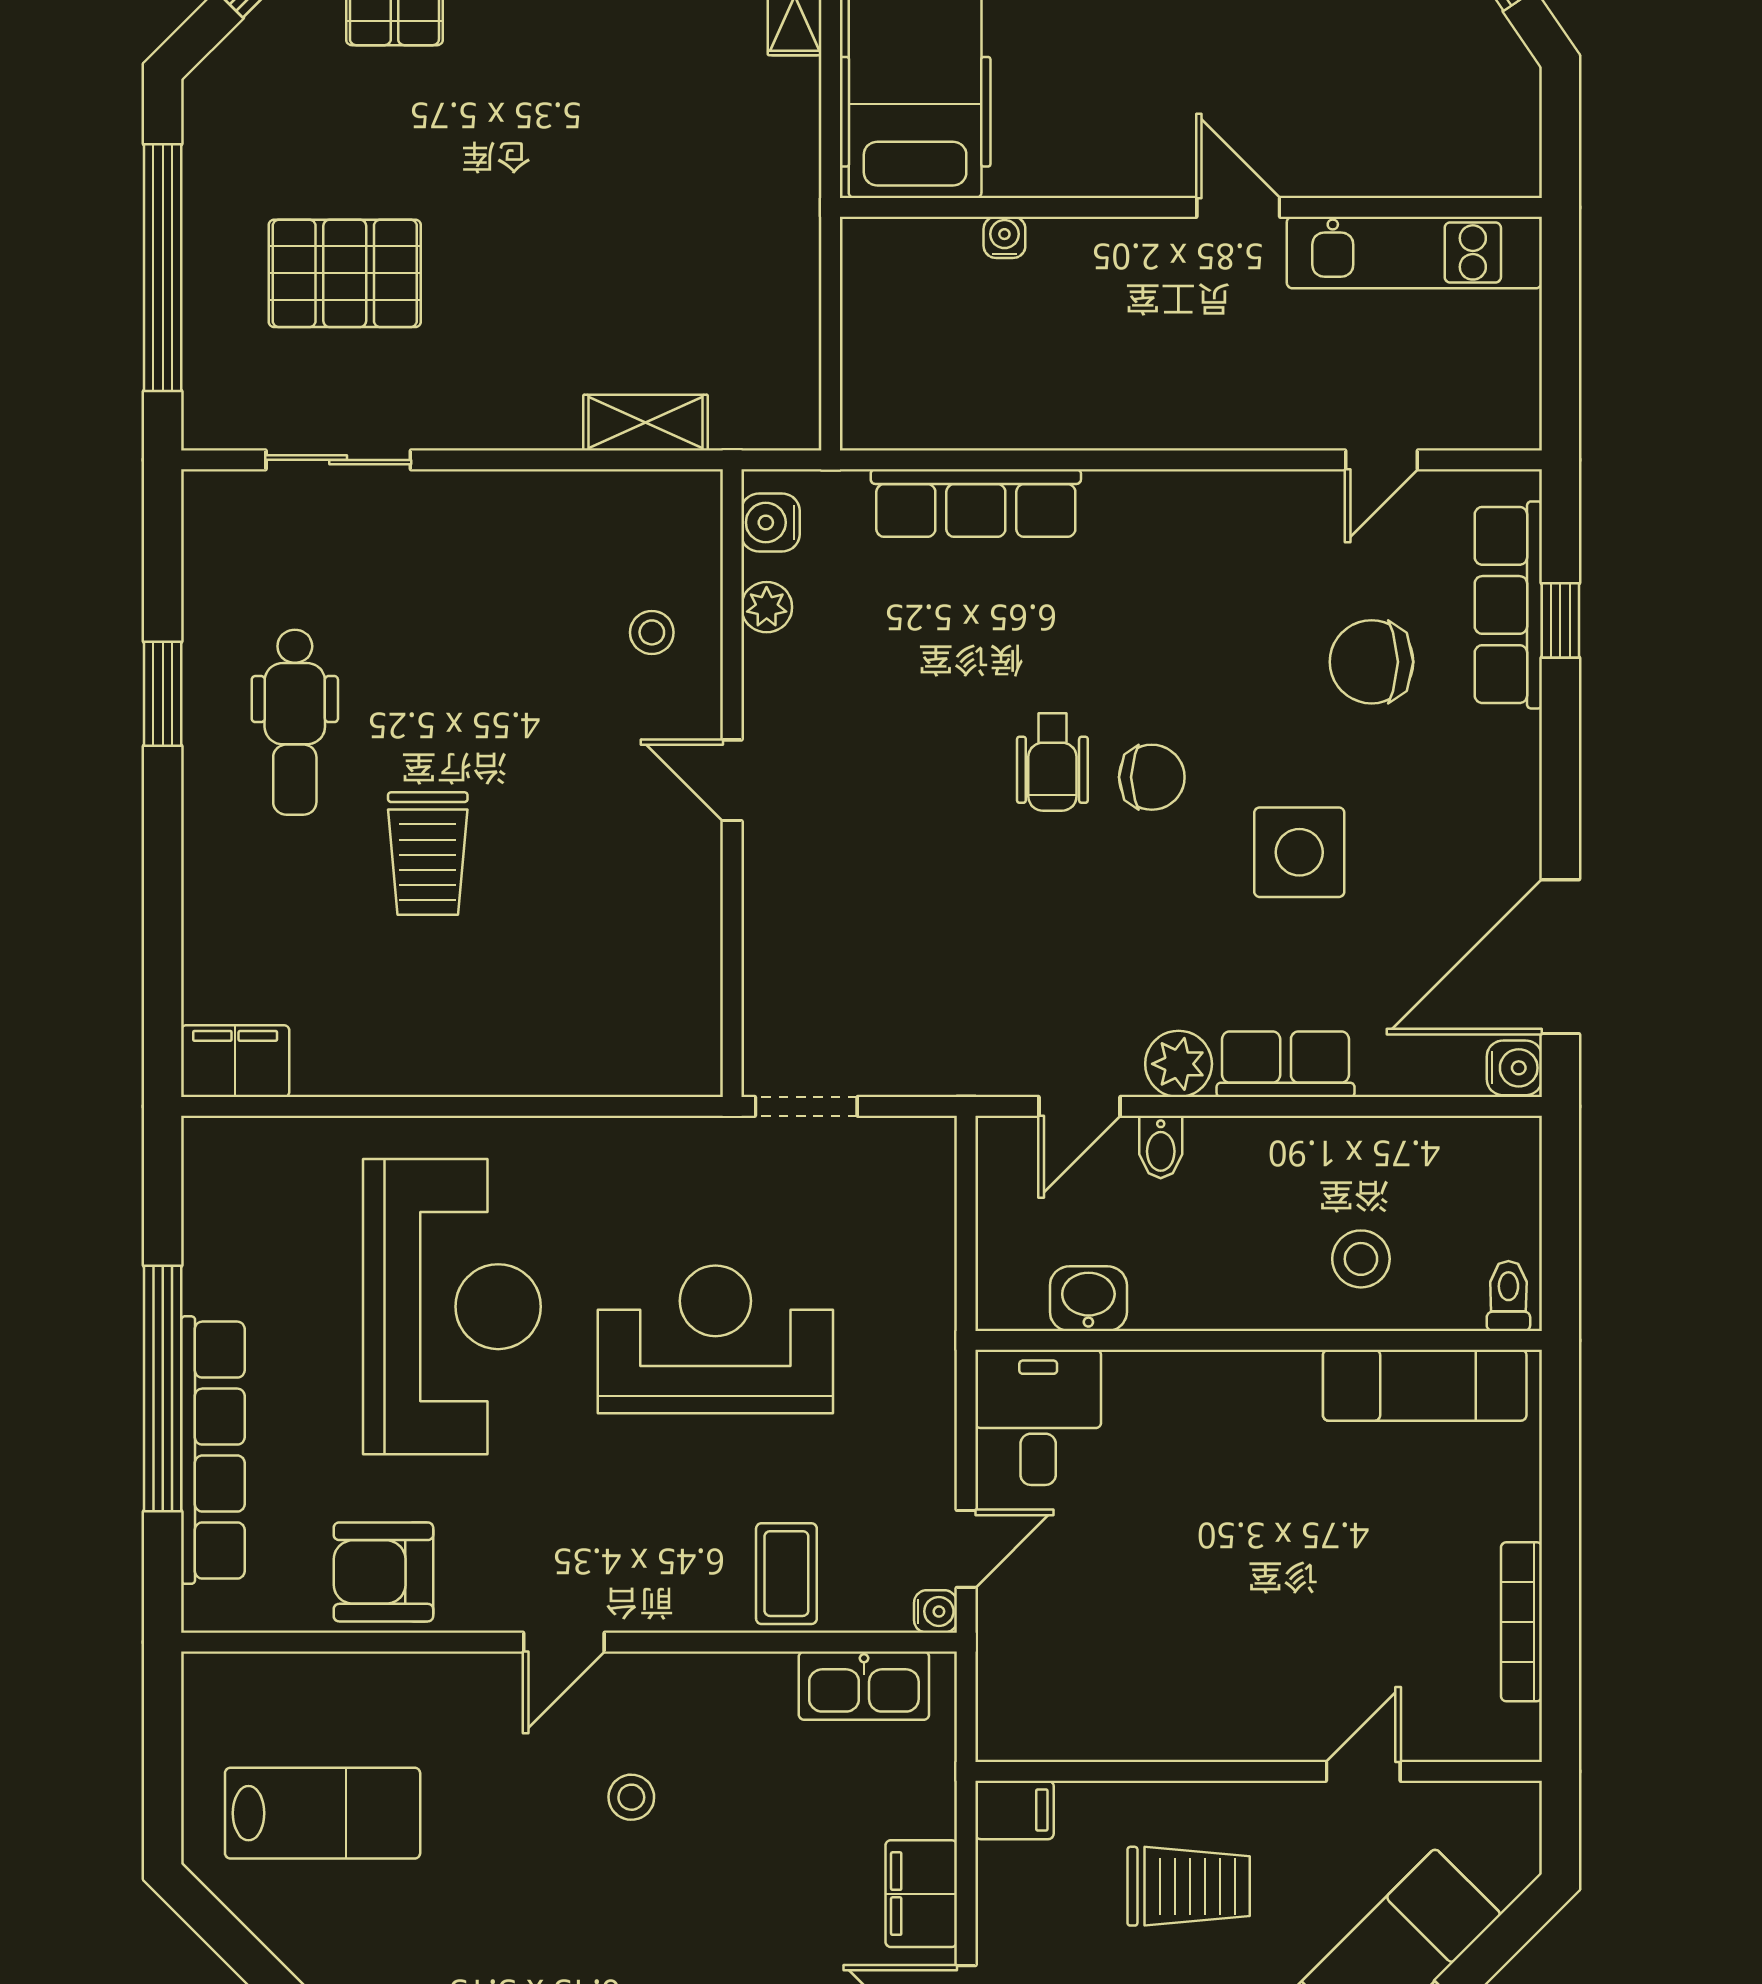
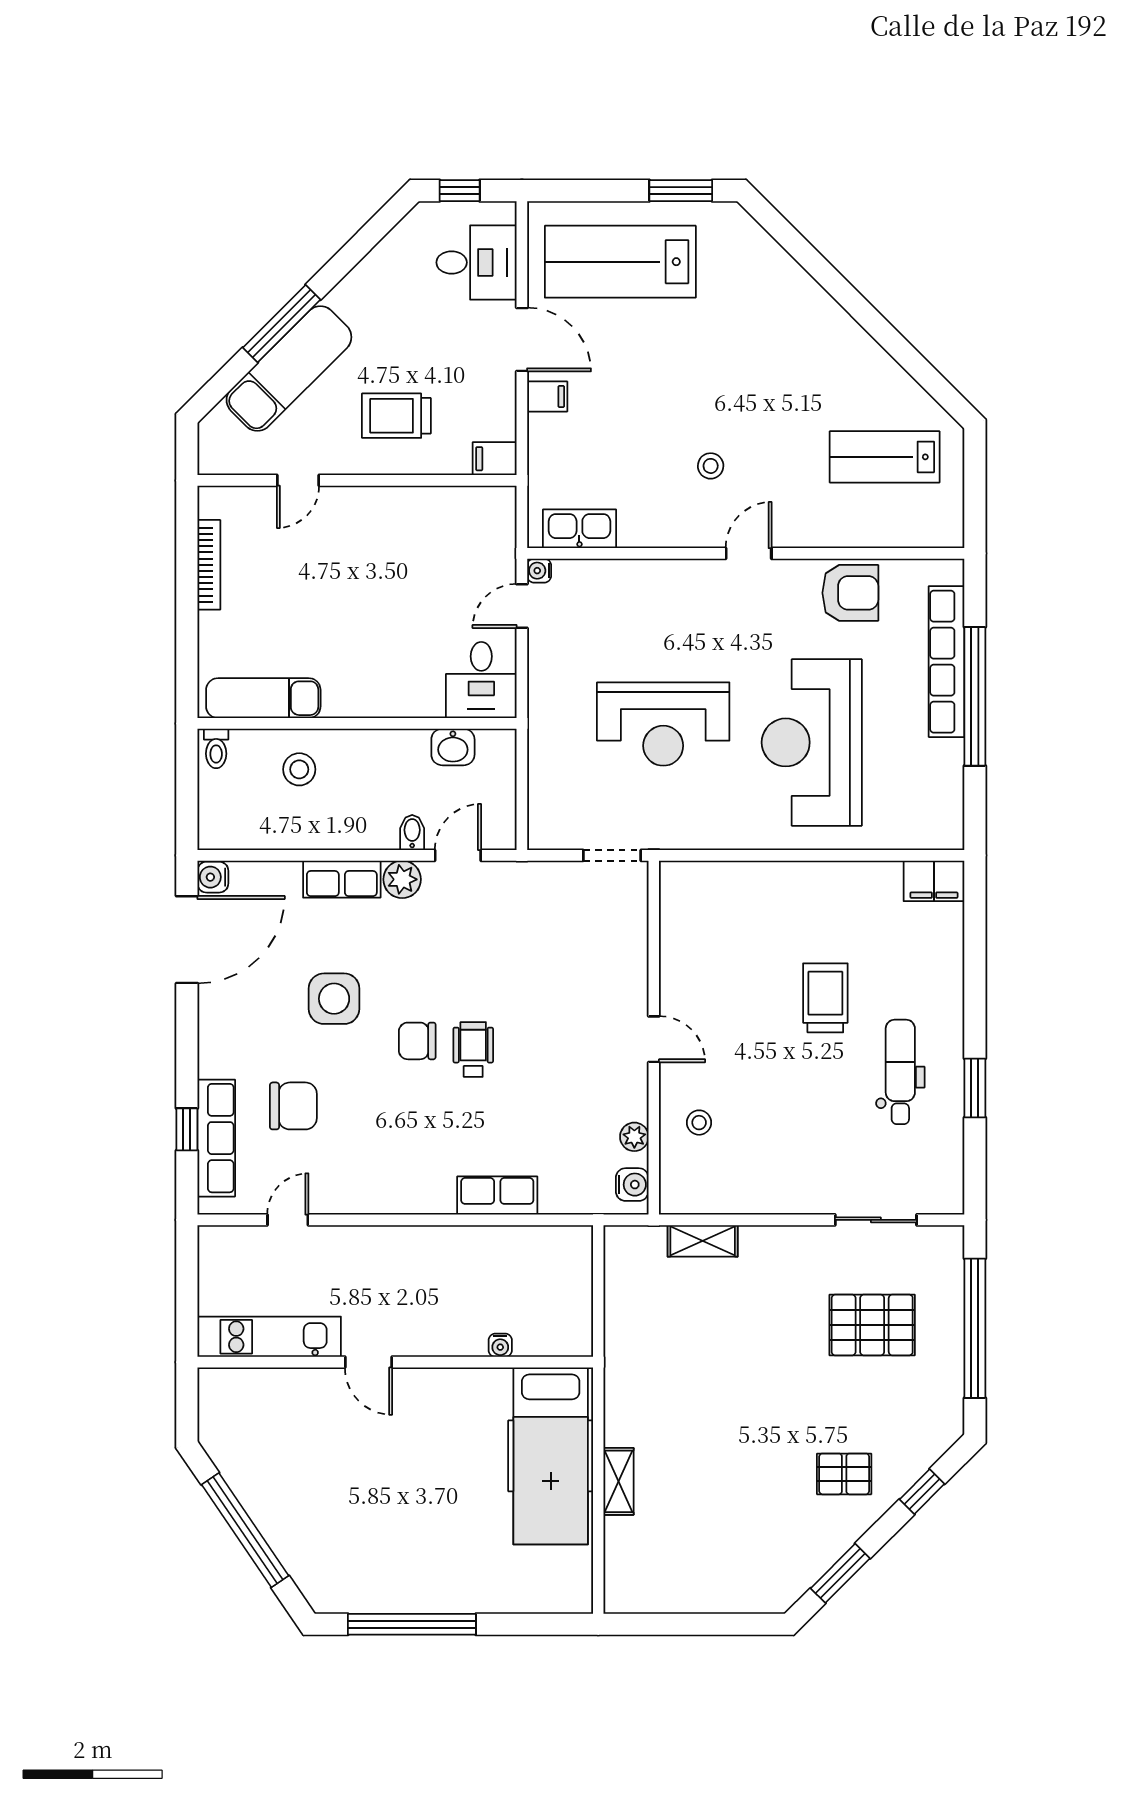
row of seats: (976, 503) -> (497, 1196), width x0.68
coffee table: (786, 1574) -> (623, 592), removed
filing cabinet: (921, 1894) -> (547, 396), width x0.50

